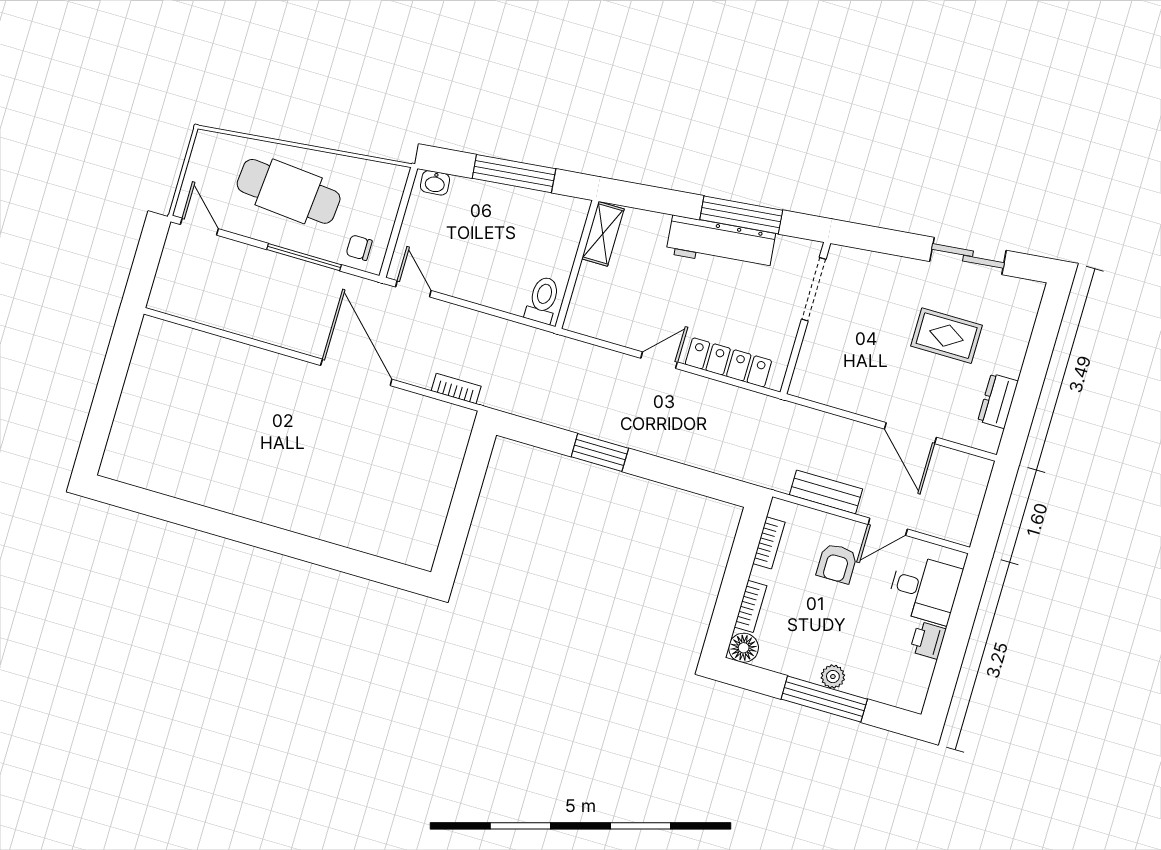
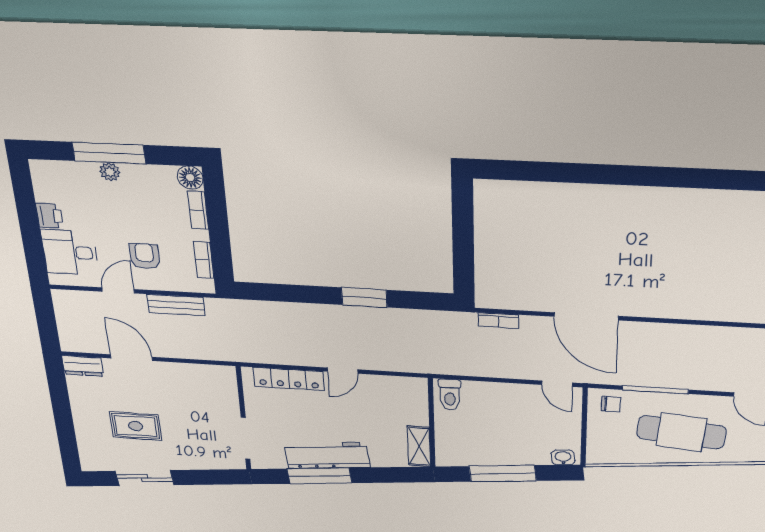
dresser: (998, 401) -> (83, 366), moved, turned 90

